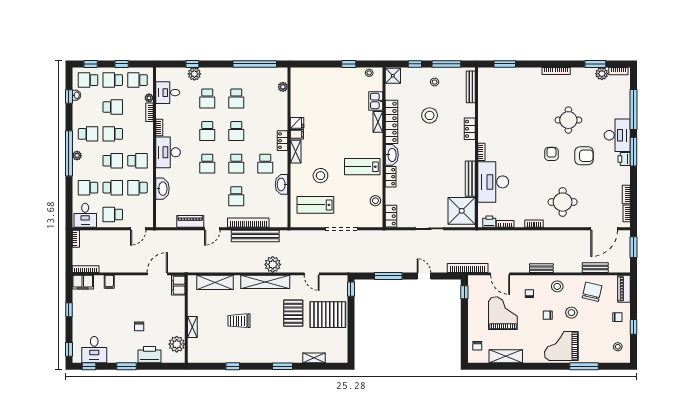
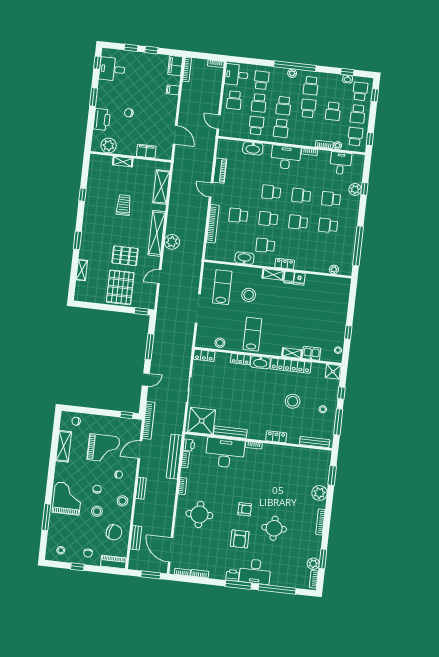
window: (122, 64) -> (370, 139), moved
plant: (525, 75) -> (319, 493), added
school desk: (113, 80) -> (358, 114), turned 180
school desk: (113, 215) -> (234, 100), turned 180
bench: (255, 236) -> (174, 457), moved
filing cabinet: (178, 285) -> (146, 151), moved
window: (69, 349) -> (131, 48), moved

